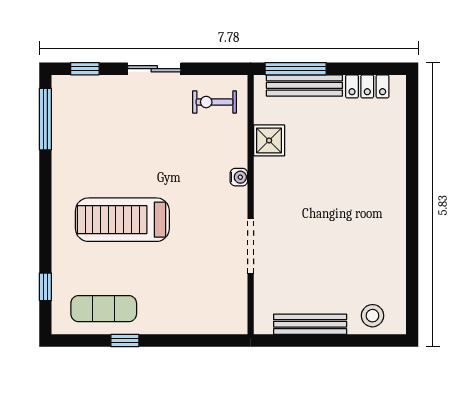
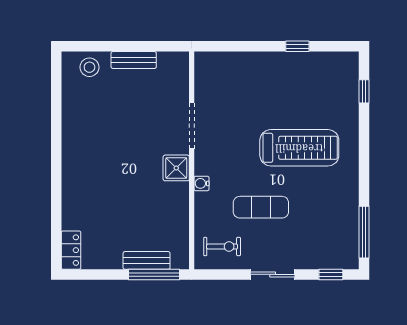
bench: (304, 85) -> (147, 260), width x0.73
locker: (367, 86) -> (71, 250), moved, turned 90
shower: (269, 140) -> (176, 168), moved
exercise mat: (104, 309) -> (261, 207), moved
bench: (310, 324) -> (134, 60), width x0.73

